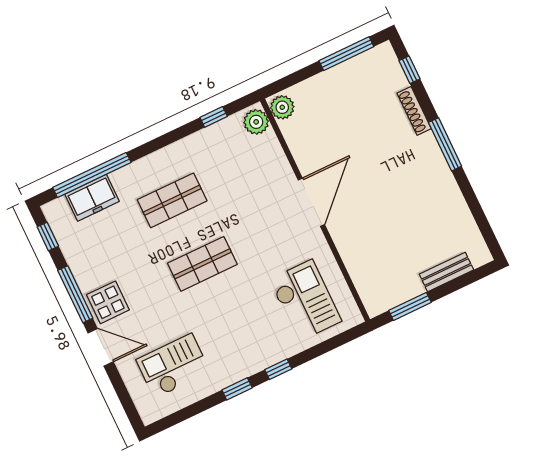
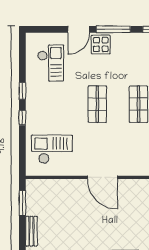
checkout: (305, 300) -> (52, 149), turned 180

